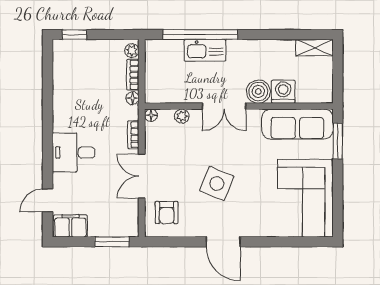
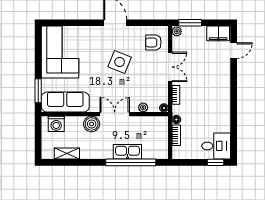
shelving: (314, 48) -> (67, 154), moved
plant: (132, 51) -> (177, 31), moved
washing machine: (283, 92) -> (56, 124), moved
desk: (73, 153) -> (216, 146), moved
armchair: (167, 213) -> (153, 42), turned -90

